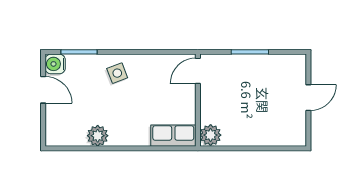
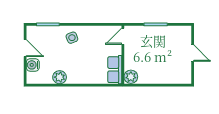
water cooler: (55, 64) -> (33, 65), moved
door: (308, 98) -> (193, 53), hinge flipped
row of seats: (173, 136) -> (115, 70), moved, turned -90

